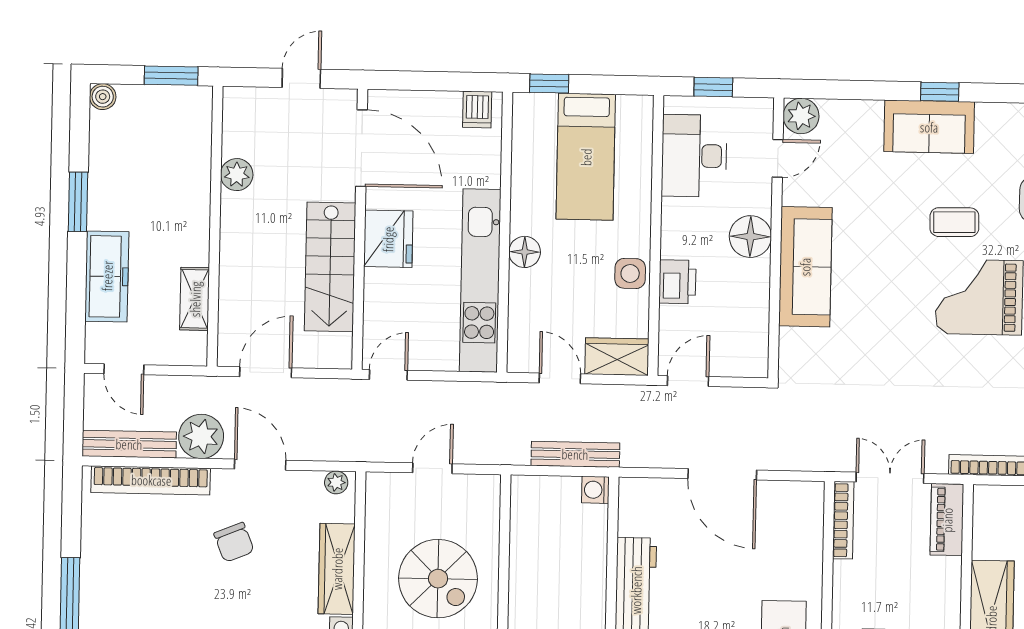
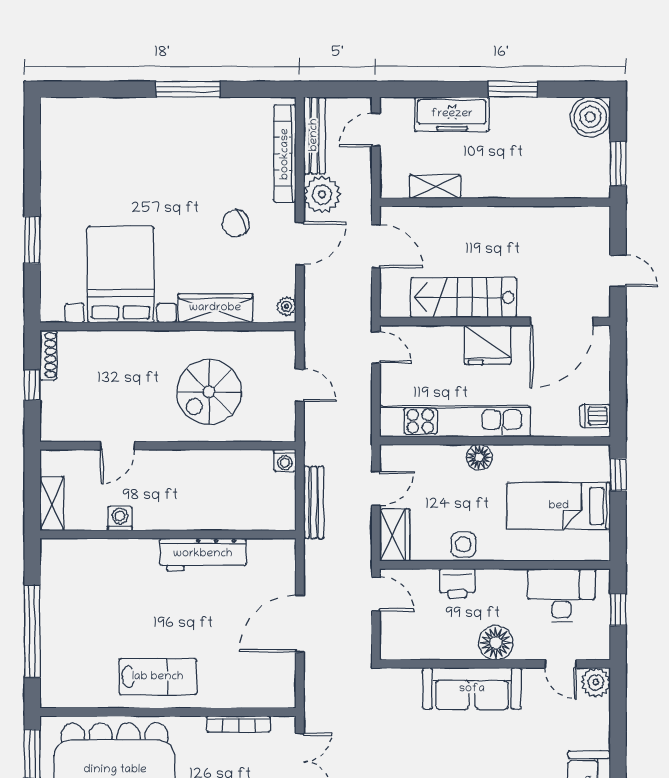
boiler: (103, 97) -> (590, 117), width x1.86, depth x1.86
plant: (237, 175) -> (538, 219), removed
washing machine: (595, 490) -> (285, 461), moved, turned 180
bookcase: (843, 520) -> (239, 724), moved

